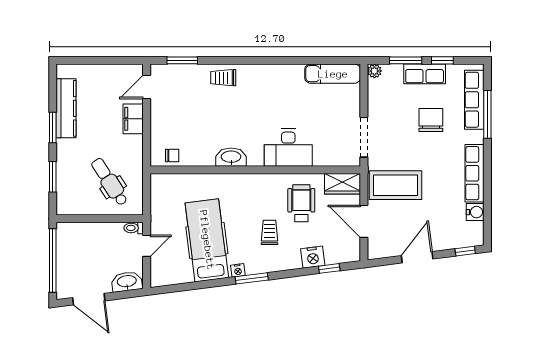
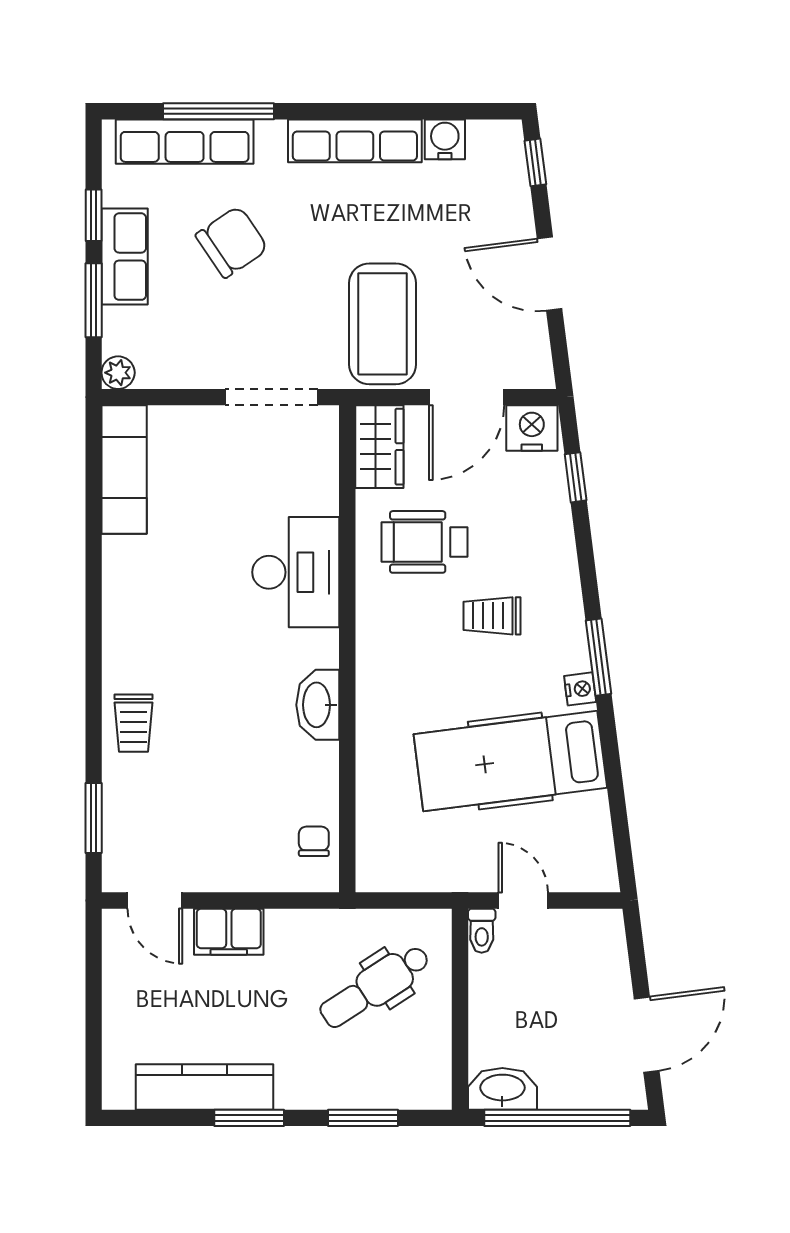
chair: (431, 120) -> (232, 242), turned 146
nightstand: (313, 257) -> (532, 428), moved, turned -83
washbasin: (127, 282) -> (502, 1089), moved, turned 97

